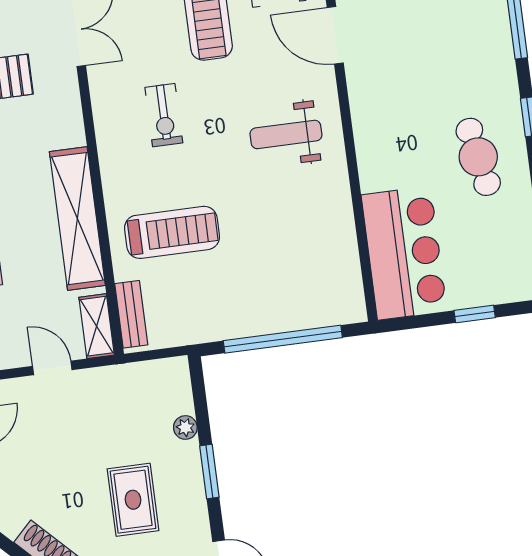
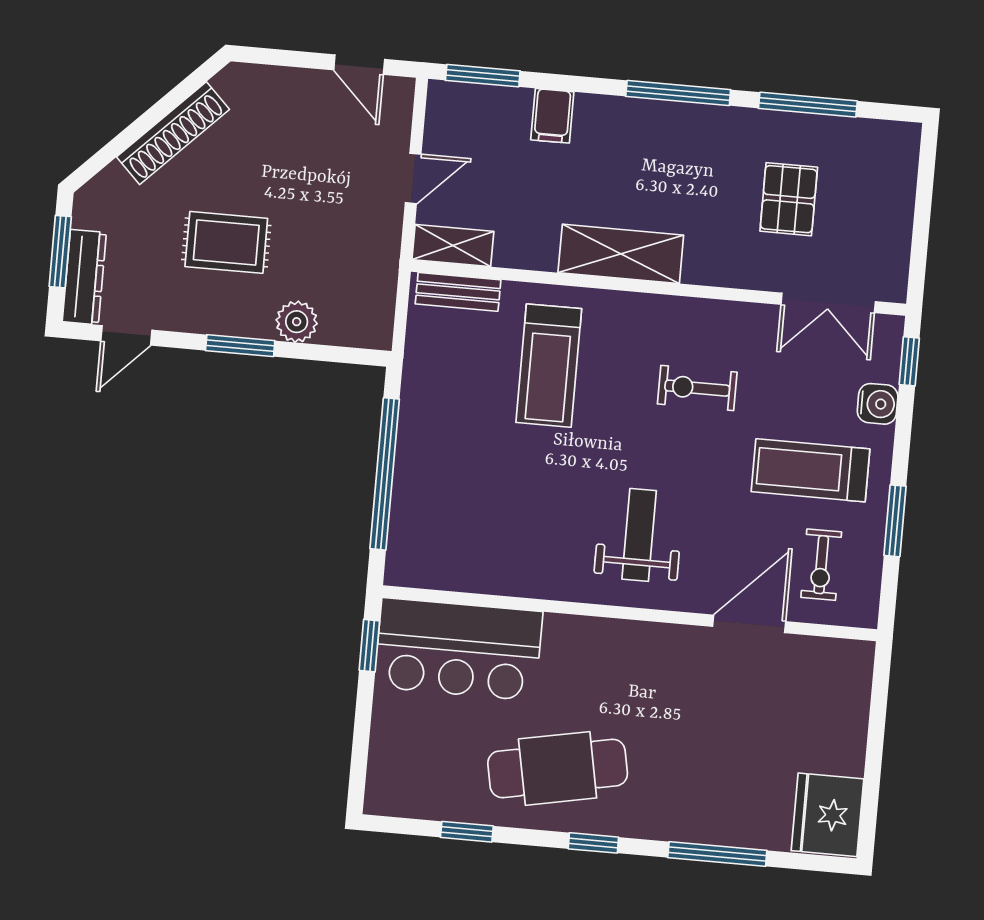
cafe table: (478, 157) -> (558, 768), width x1.37, depth x1.35
shelving: (77, 219) -> (621, 254), width x0.68
window: (475, 314) -> (369, 646), moved
plant: (185, 428) -> (297, 322), width x1.38, depth x1.38

